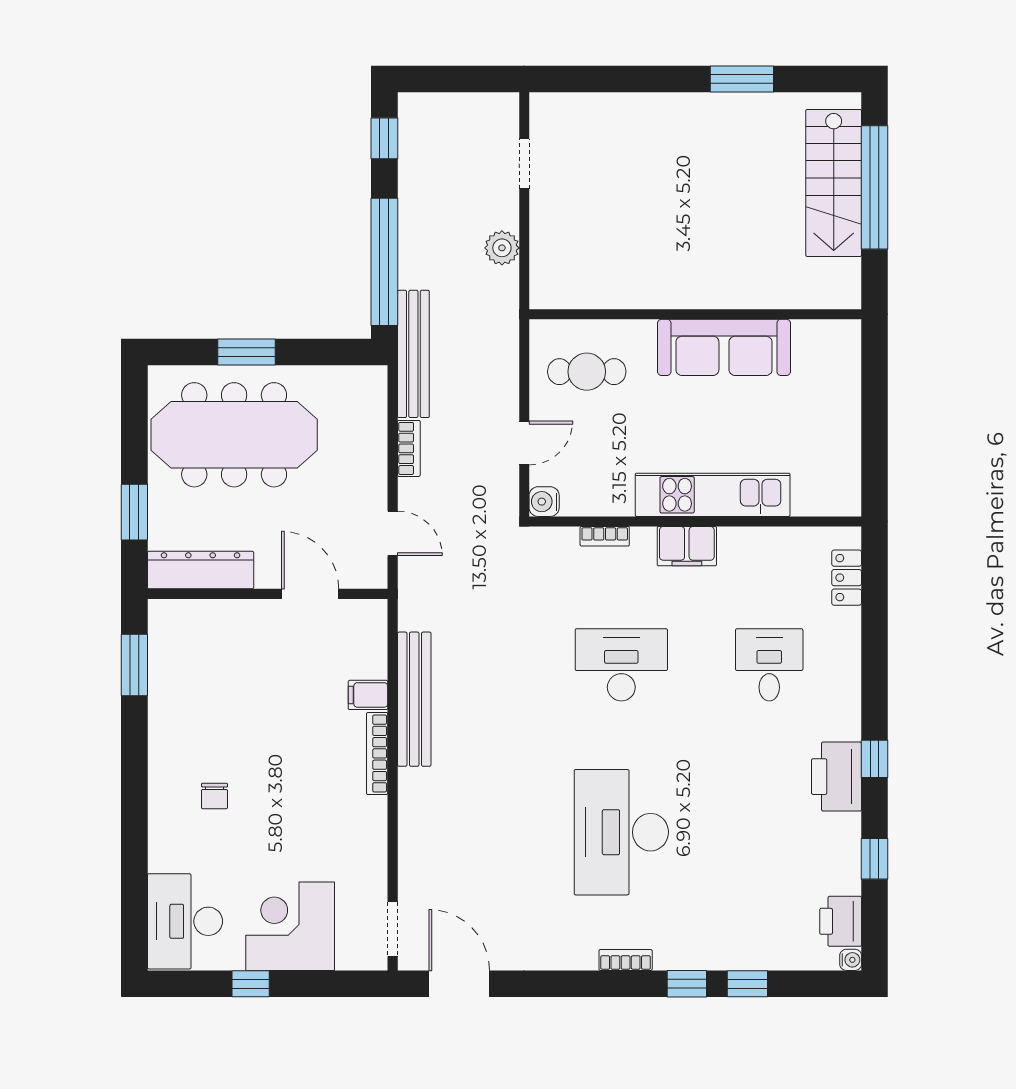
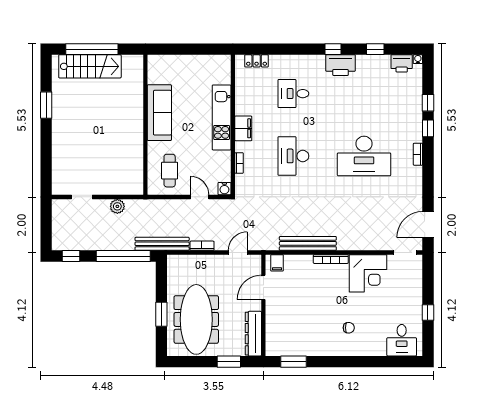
filing cabinet: (368, 695) -> (277, 263), moved
desk: (185, 921) -> (402, 340), width x0.73
corner desk: (290, 926) -> (368, 273), moved, turned -90

